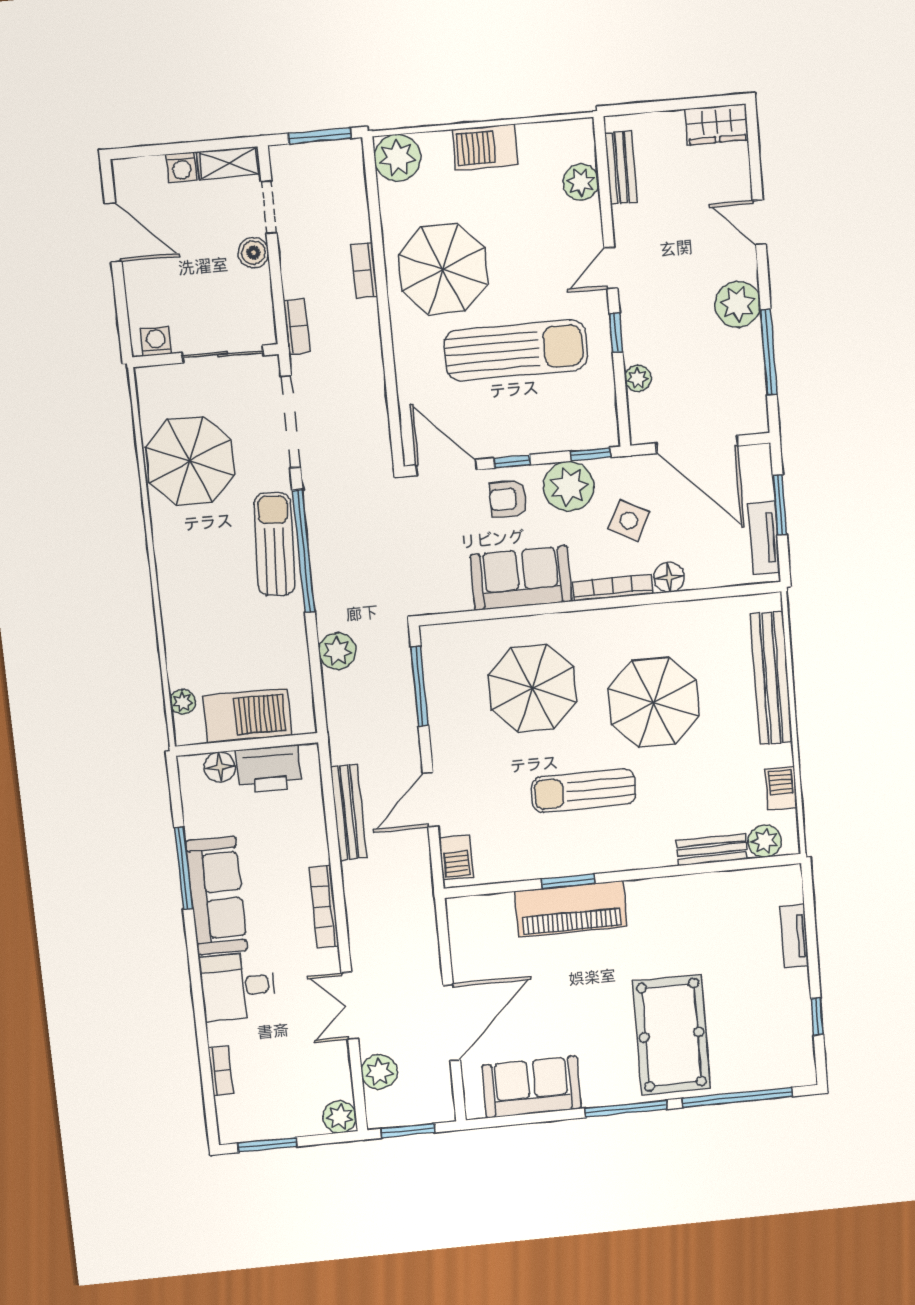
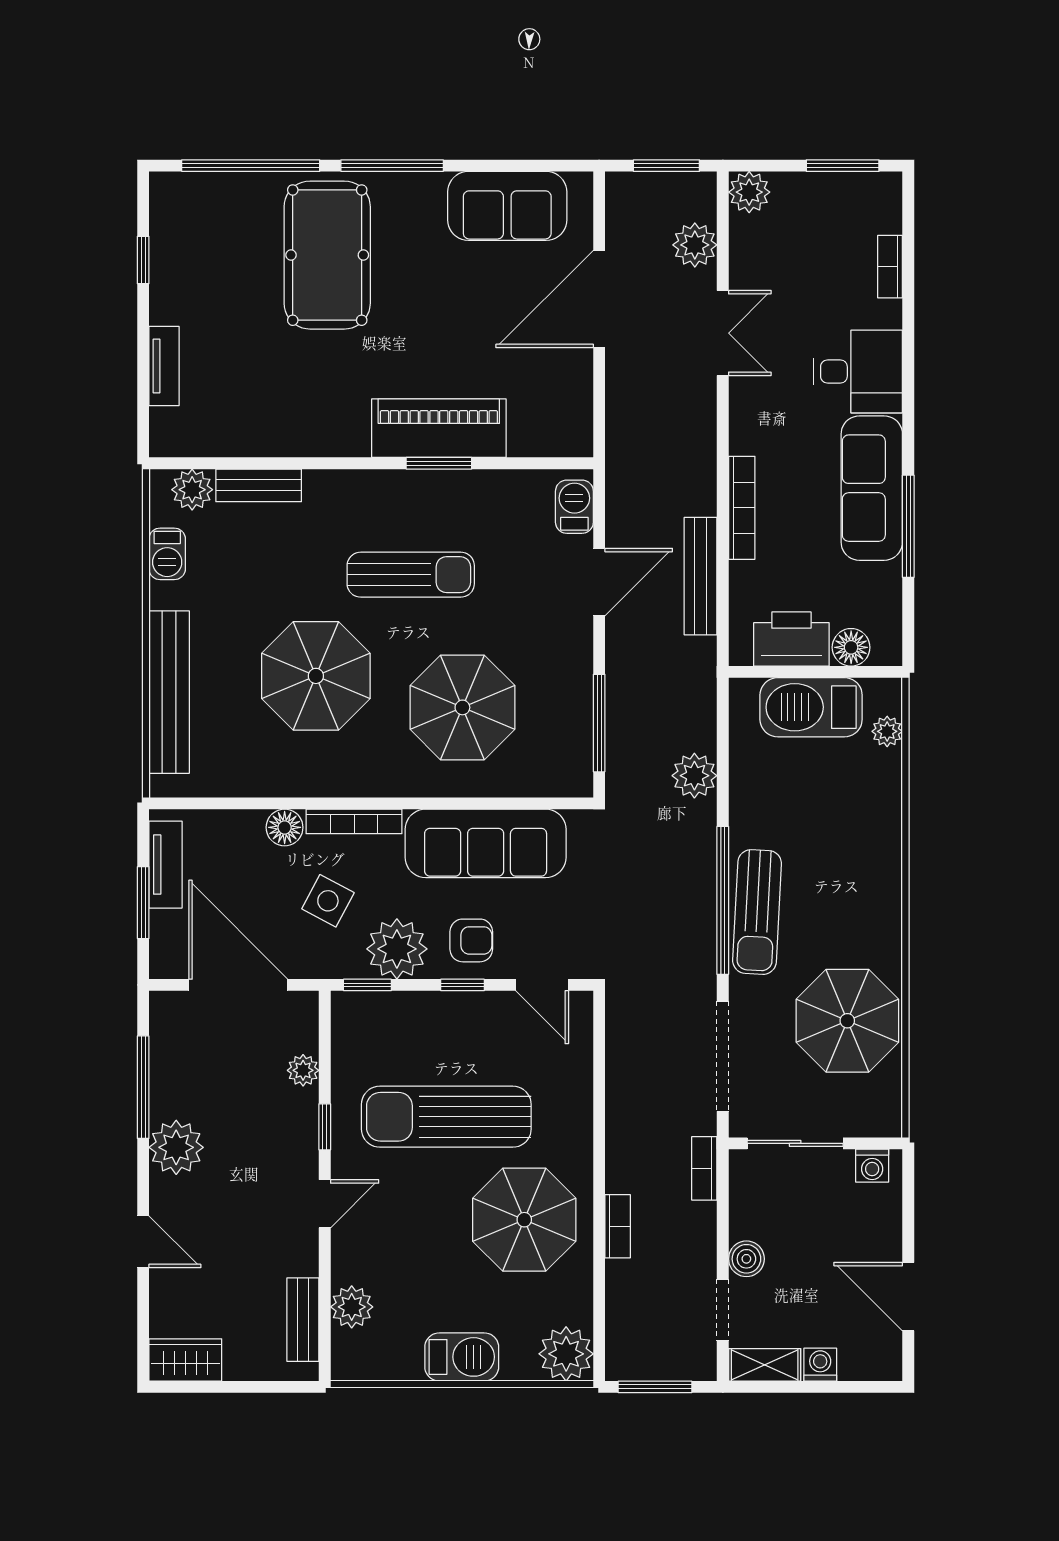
door: (446, 468) -> (542, 985), width x0.73
sofa: (521, 578) -> (486, 843), width x1.36
bookcase: (324, 907) -> (742, 508), moved

